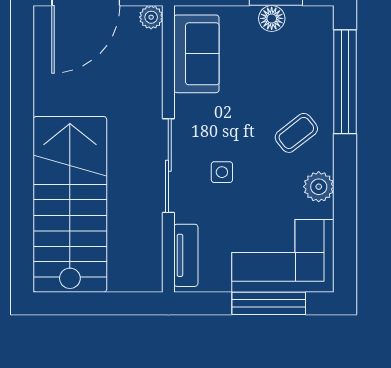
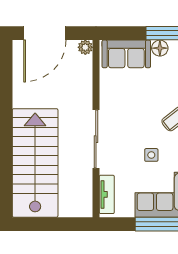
sofa: (196, 54) -> (126, 54), moved, turned 90
side table: (222, 172) -> (151, 155), moved

